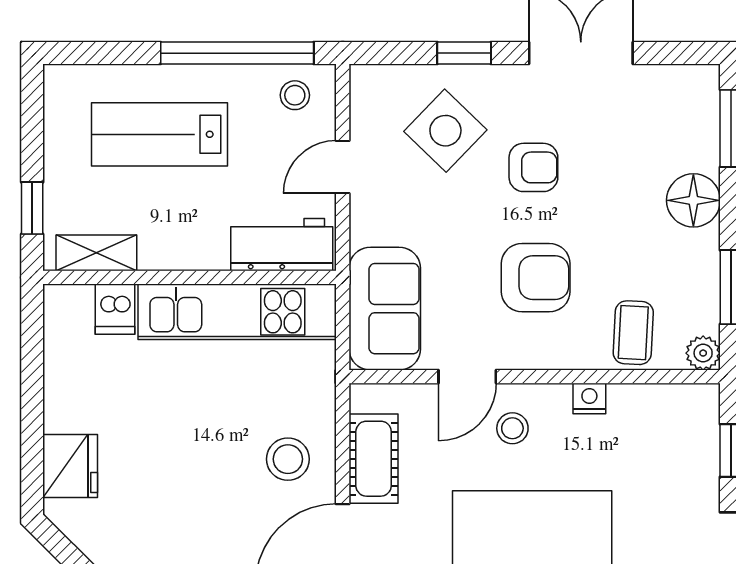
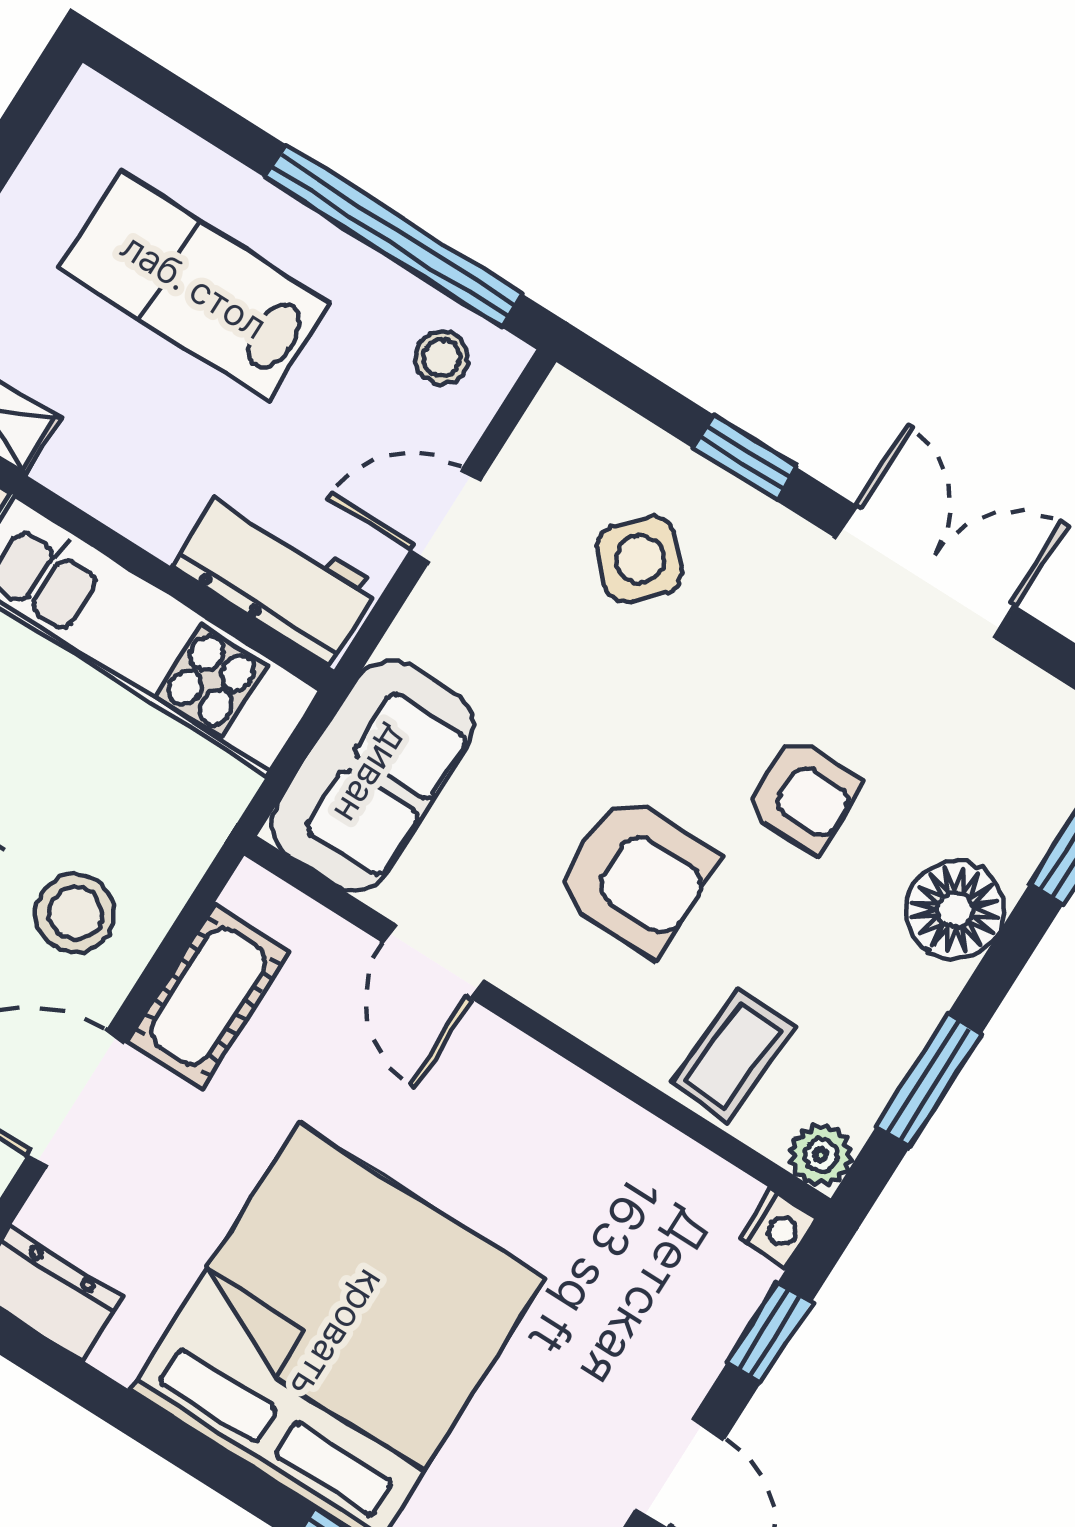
side table: (445, 131) -> (640, 559), width x0.73, depth x0.73
armchair: (533, 167) -> (803, 795), moved
door: (467, 377) -> (433, 961), hinge flipped
nightstand: (589, 398) -> (778, 1229), moved, turned 90
stool: (512, 428) -> (453, 1085), removed

